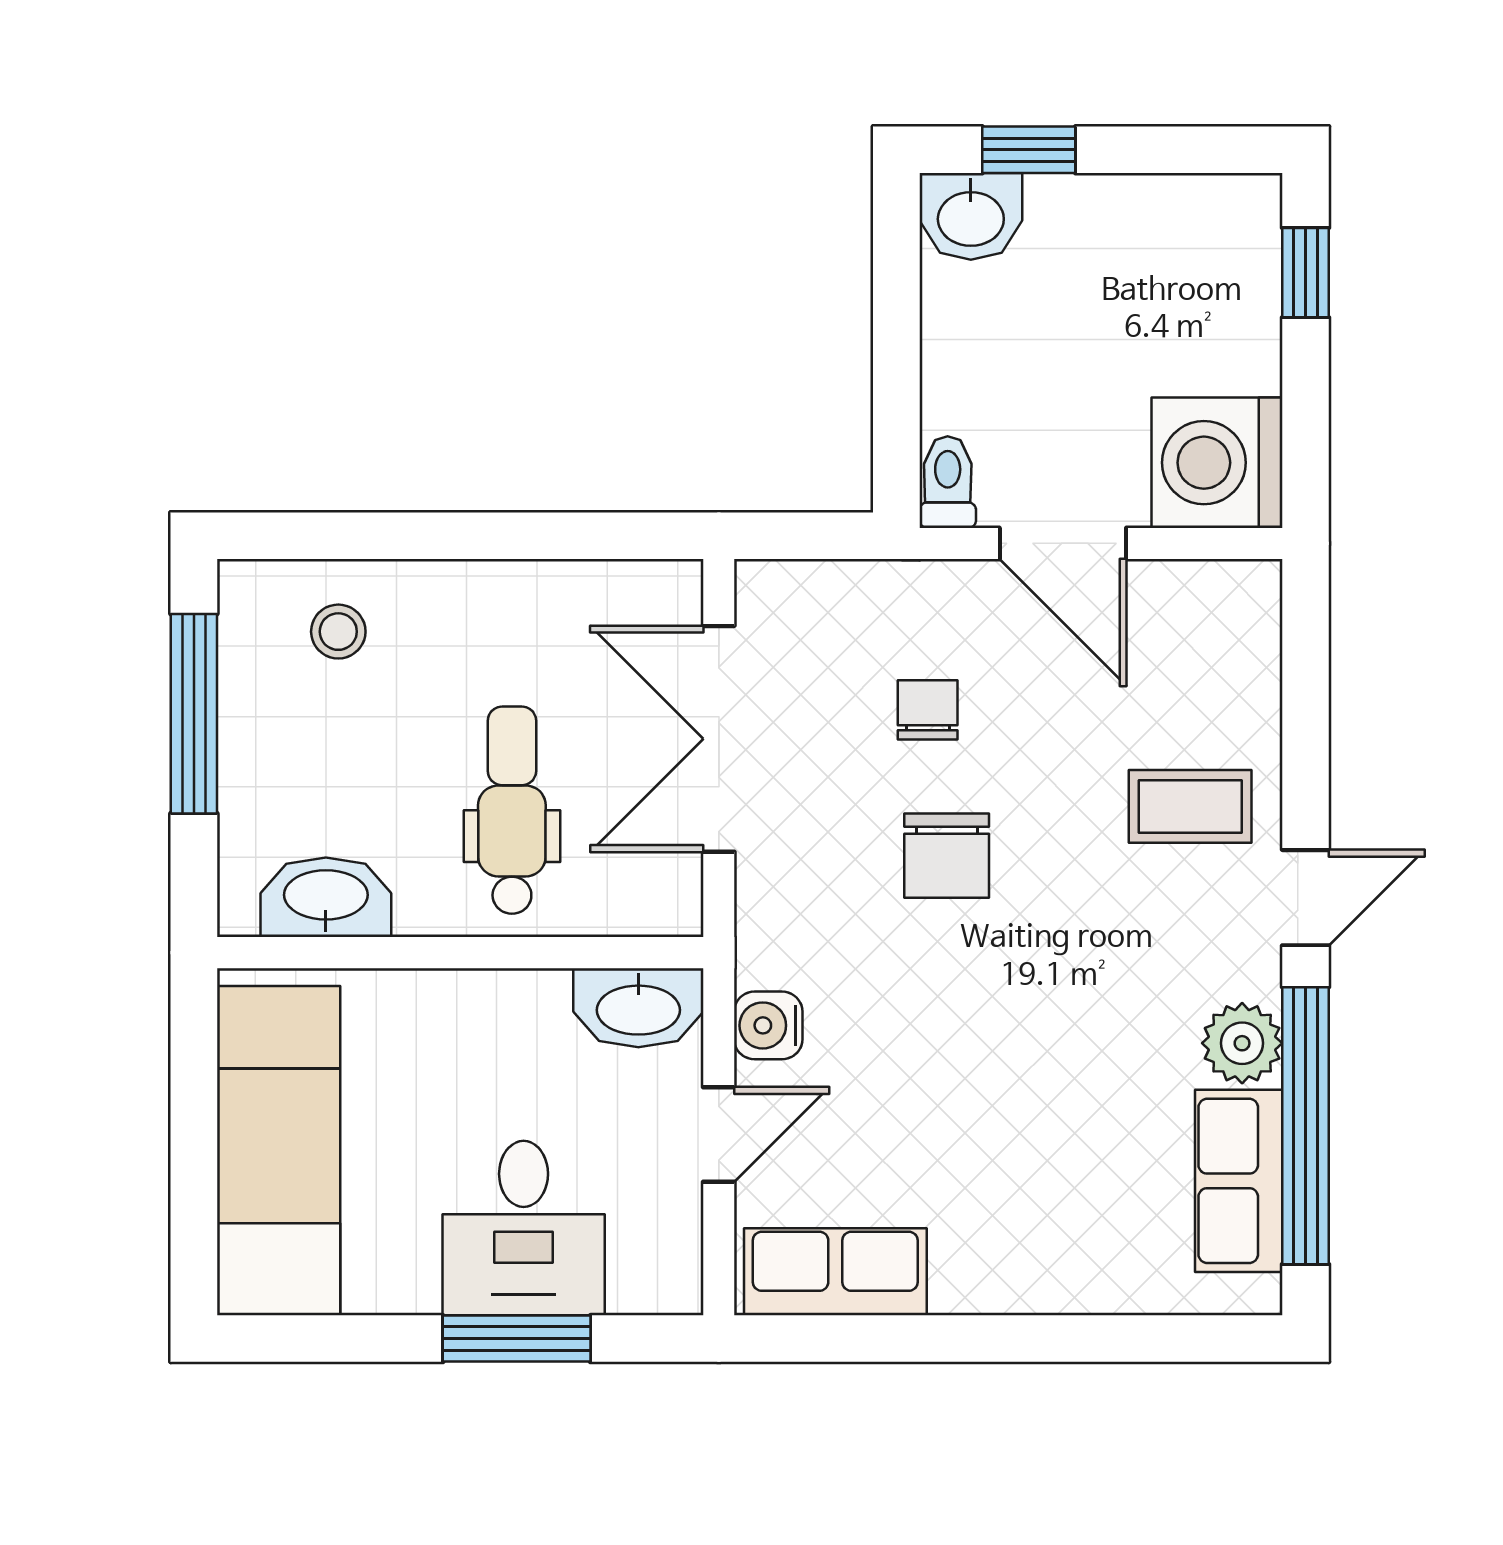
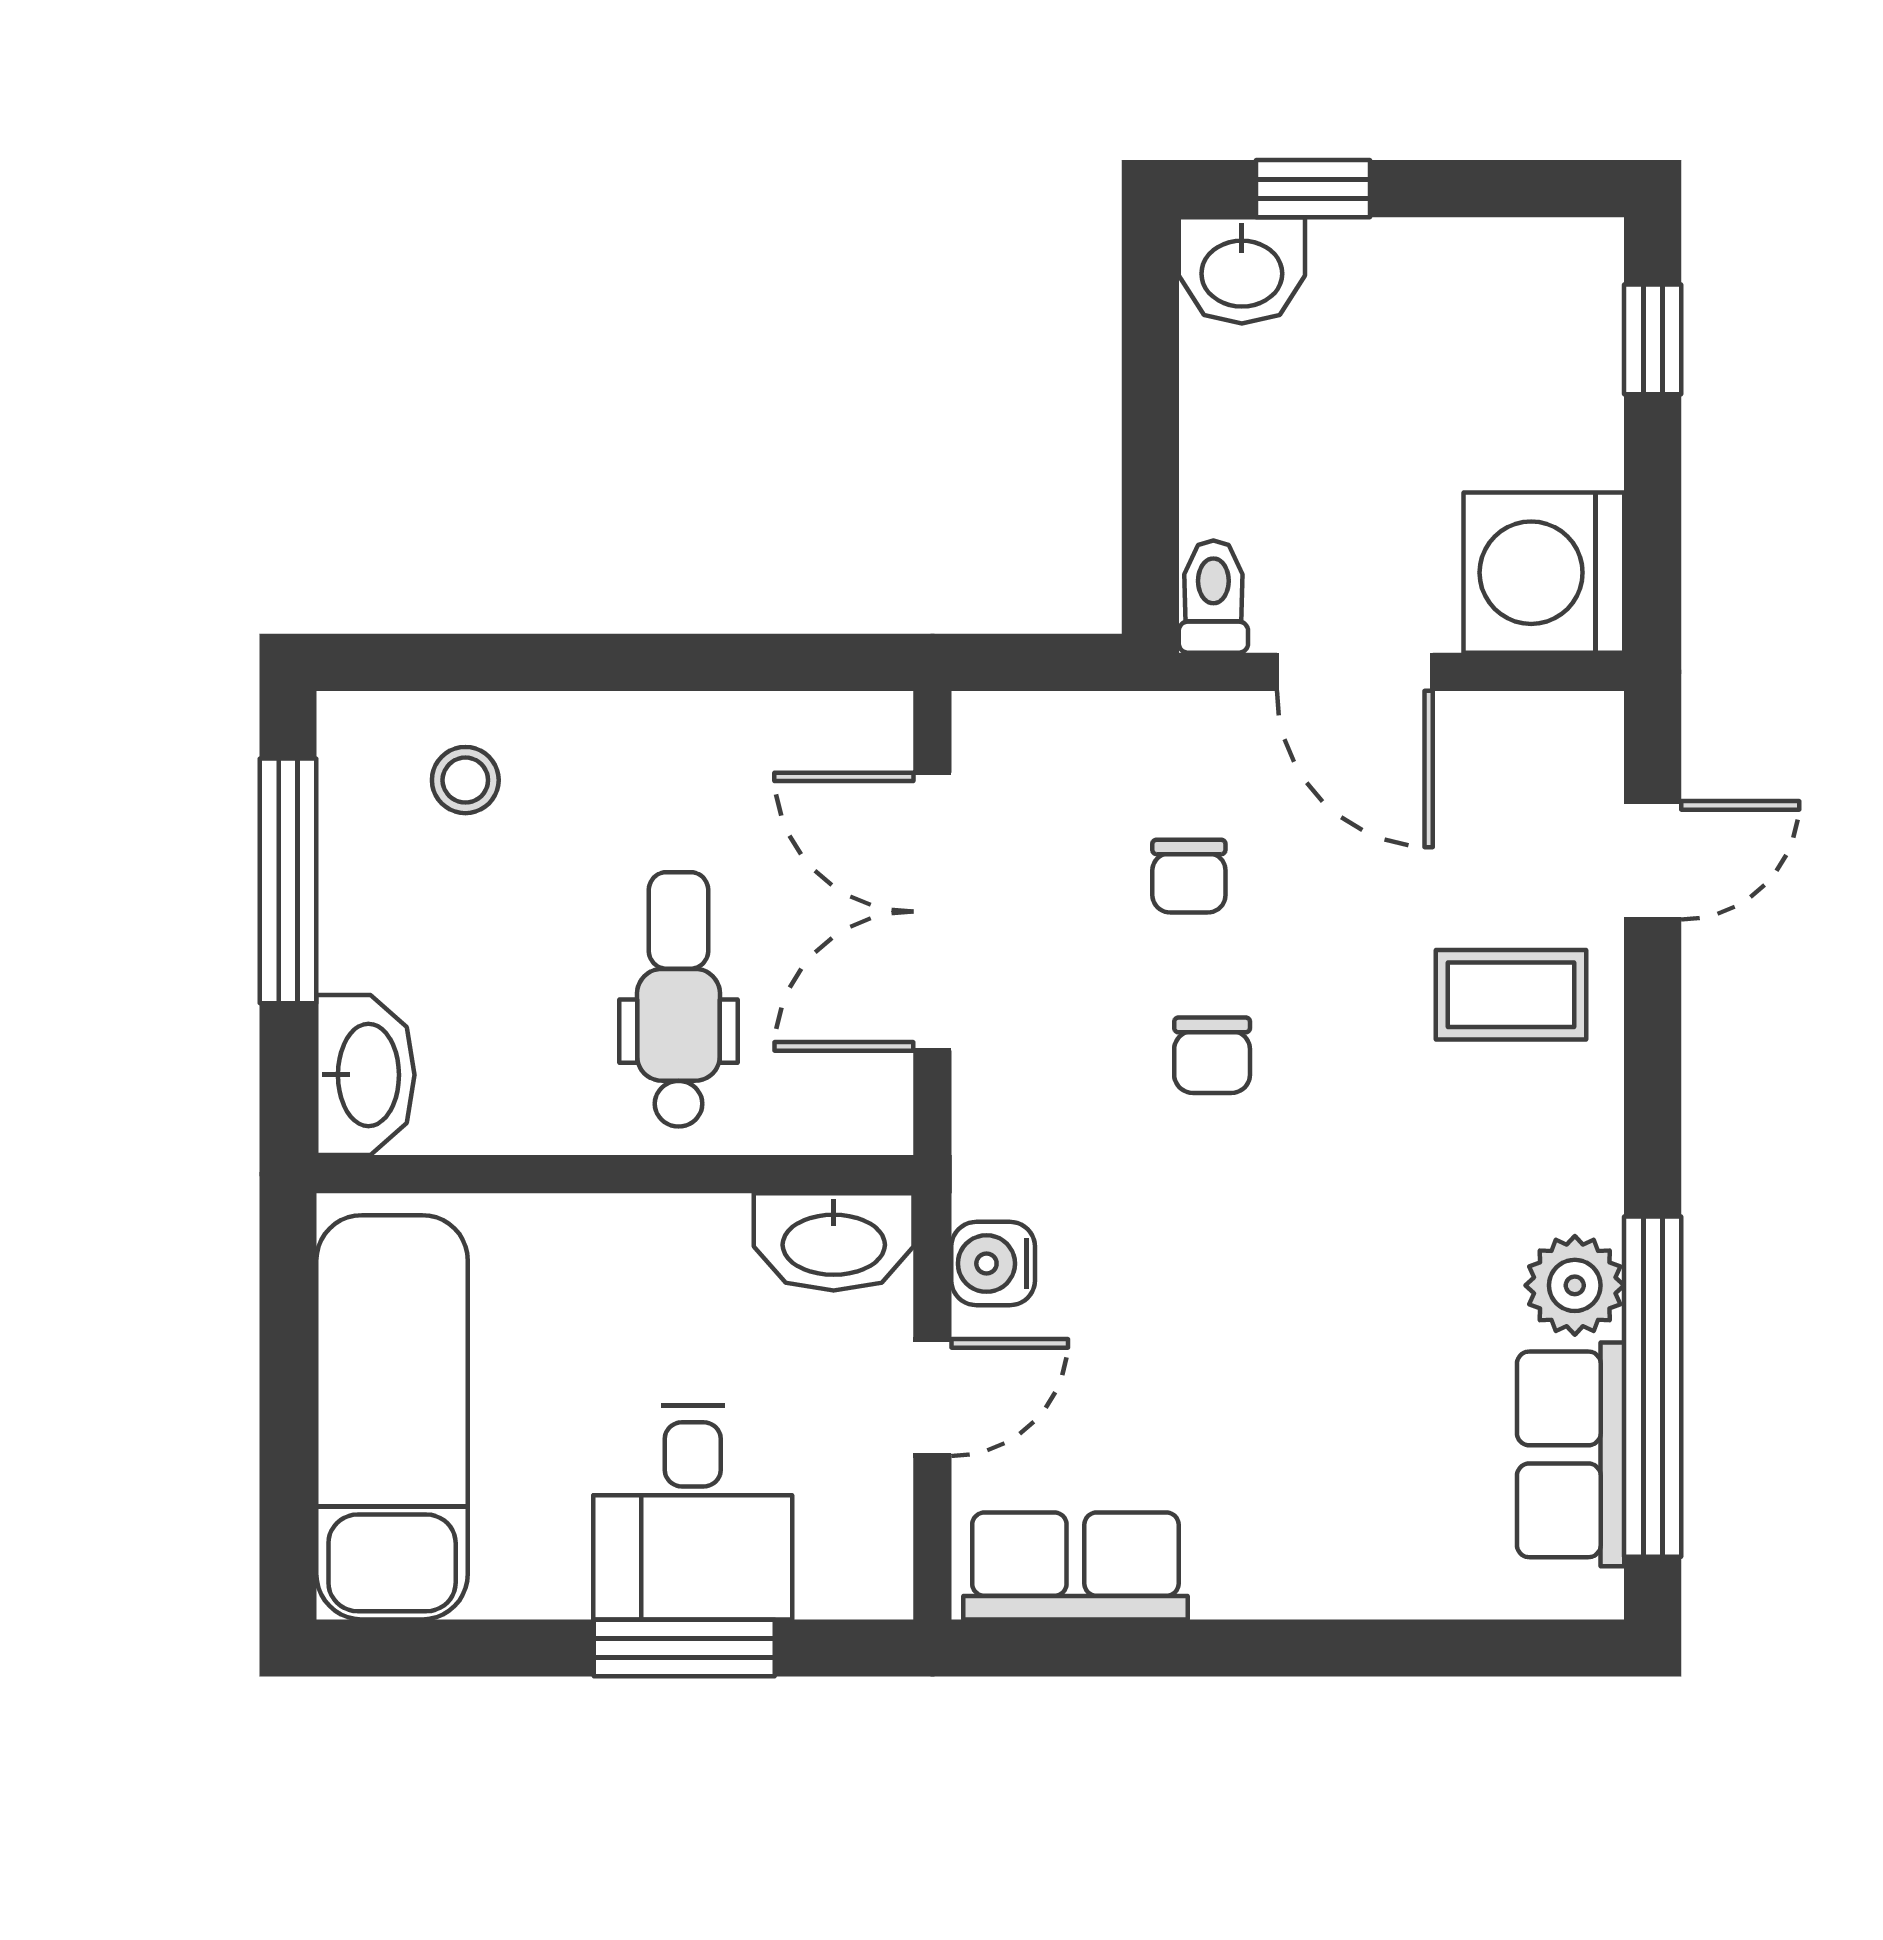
chair: (928, 710) -> (1189, 876), turned 180
chair: (947, 856) -> (1212, 1055), width x0.73, depth x0.73
washbasin: (326, 897) -> (365, 1075), moved, turned 90
door: (1305, 898) -> (1653, 860), moved

